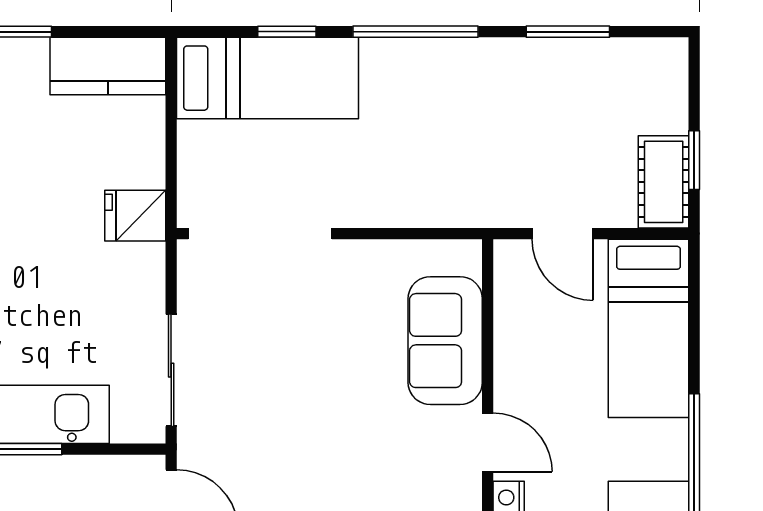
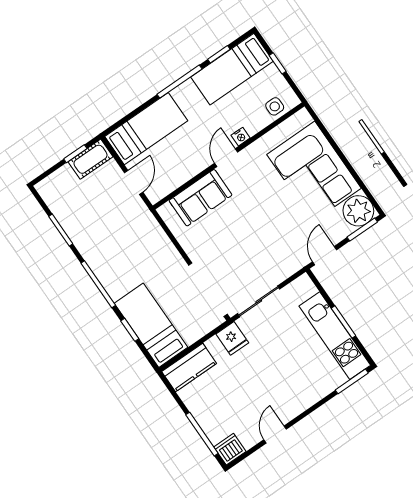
kitchen counter: (108, 66) -> (189, 368), moved, turned 90
sliding door: (171, 370) -> (259, 301), moved

